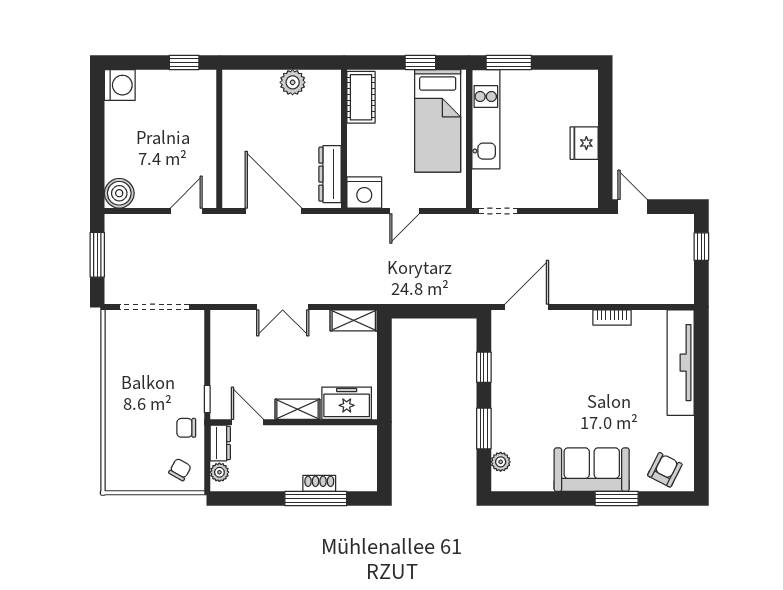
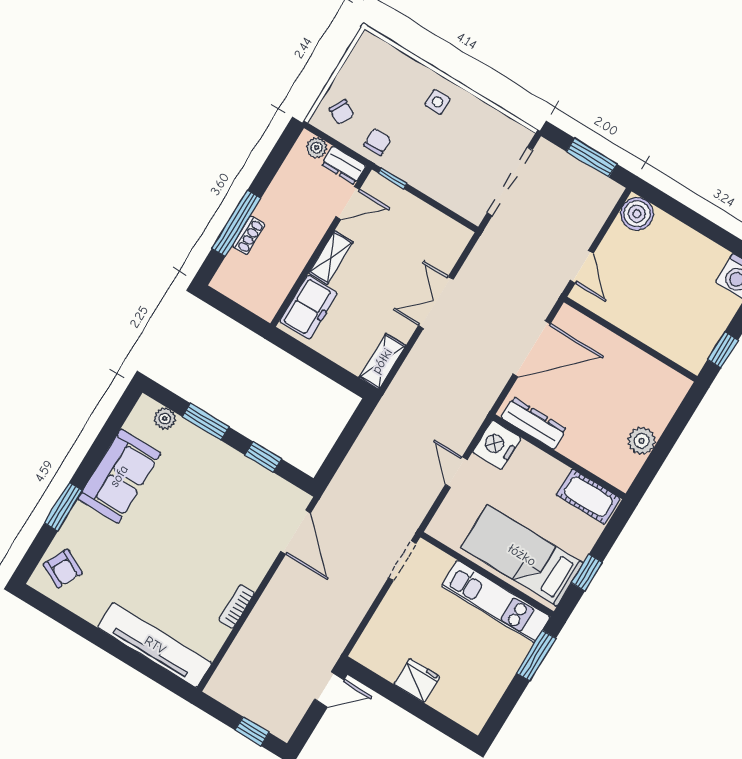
side table: (127, 400) -> (437, 102), added
sofa: (592, 470) -> (119, 476), moved

